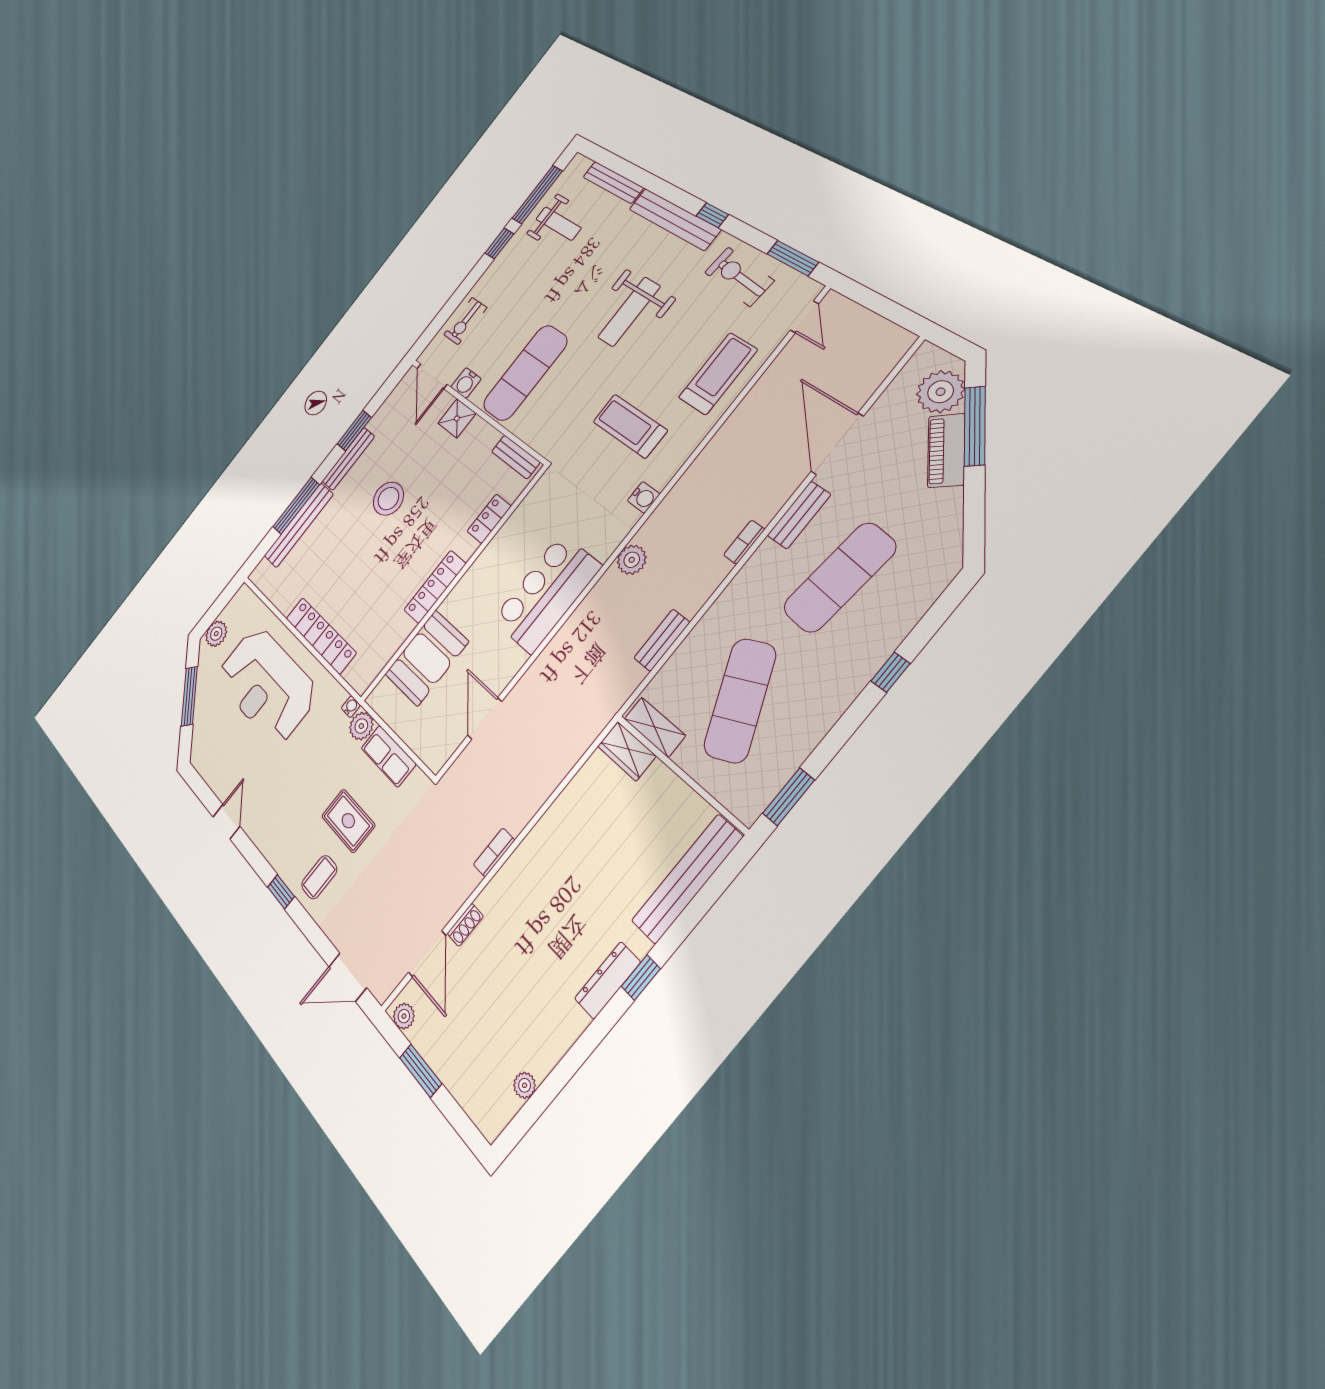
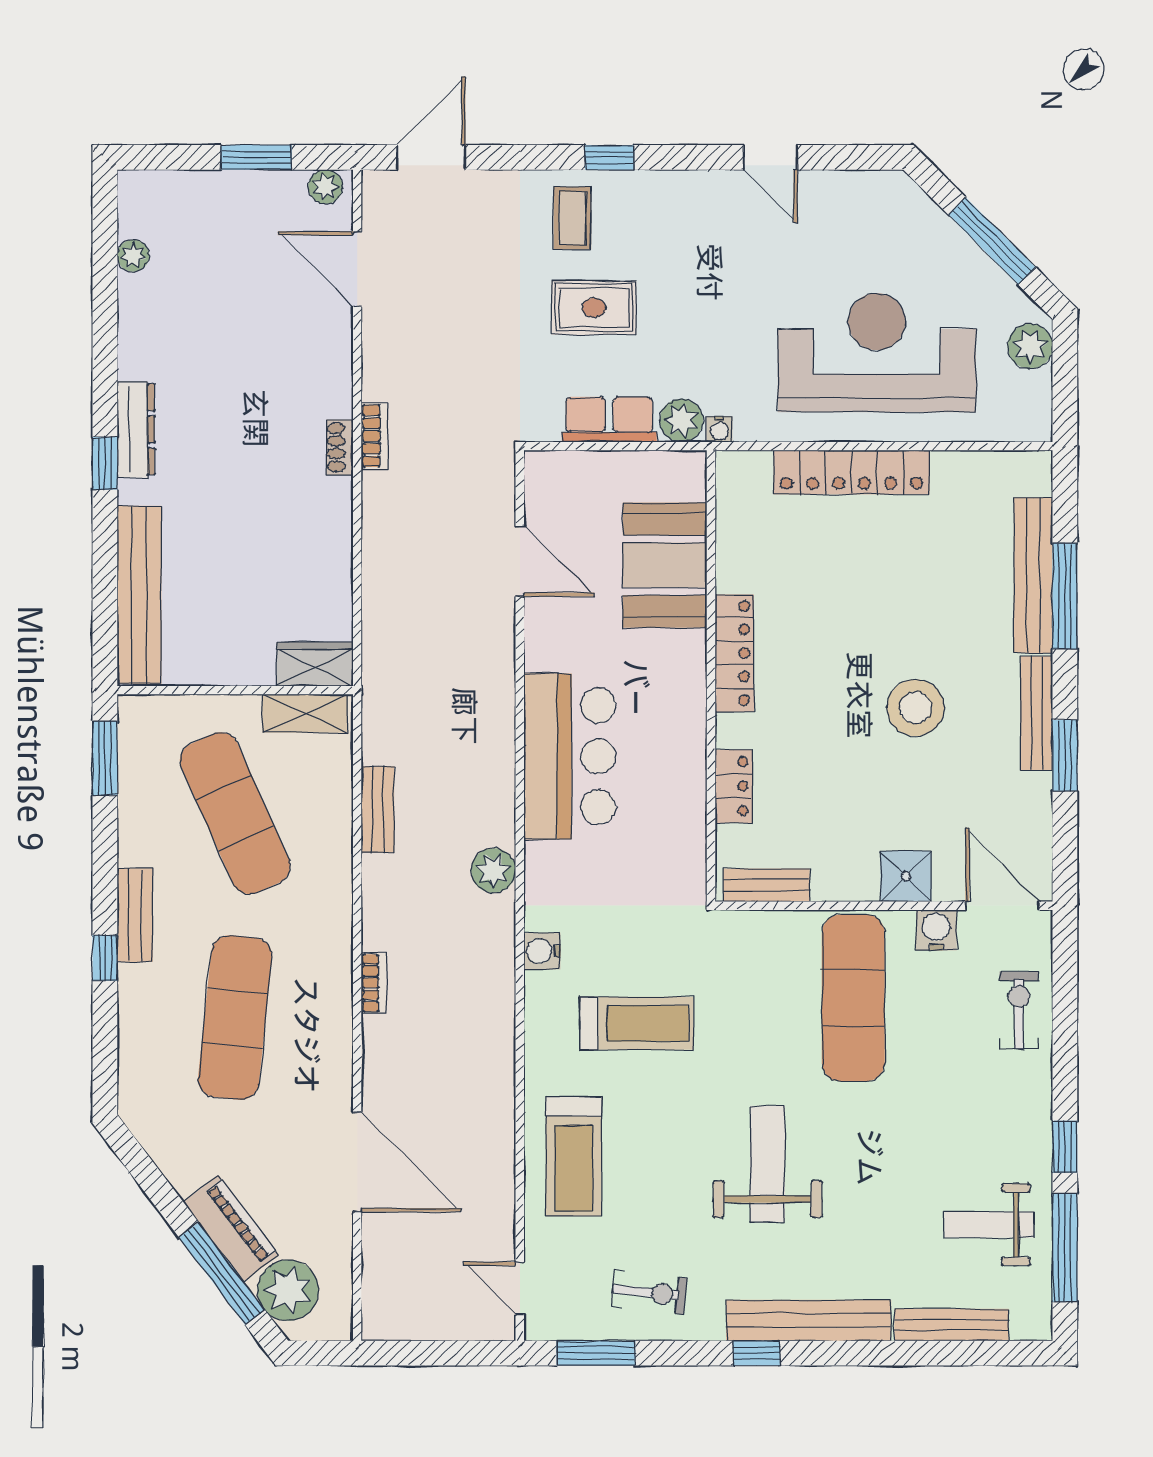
exercise bike: (739, 277) -> (649, 1293), width x0.73, depth x0.72
bench: (799, 515) -> (135, 915), moved
shoe rack: (465, 925) -> (340, 447), moved

